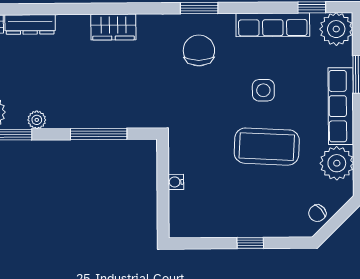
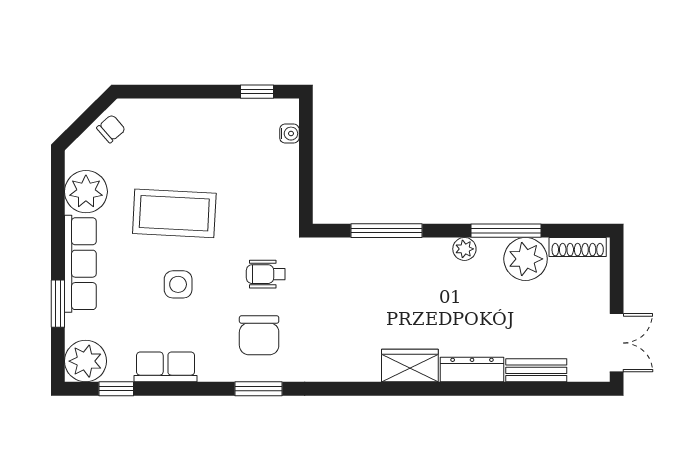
row of seats: (273, 25) -> (166, 367), width x0.68
wardrobe: (113, 27) -> (410, 365), moved
wheelchair: (194, 99) -> (266, 274), added
water cooler: (176, 182) -> (289, 134), moved
window: (250, 243) -> (257, 92), moved

